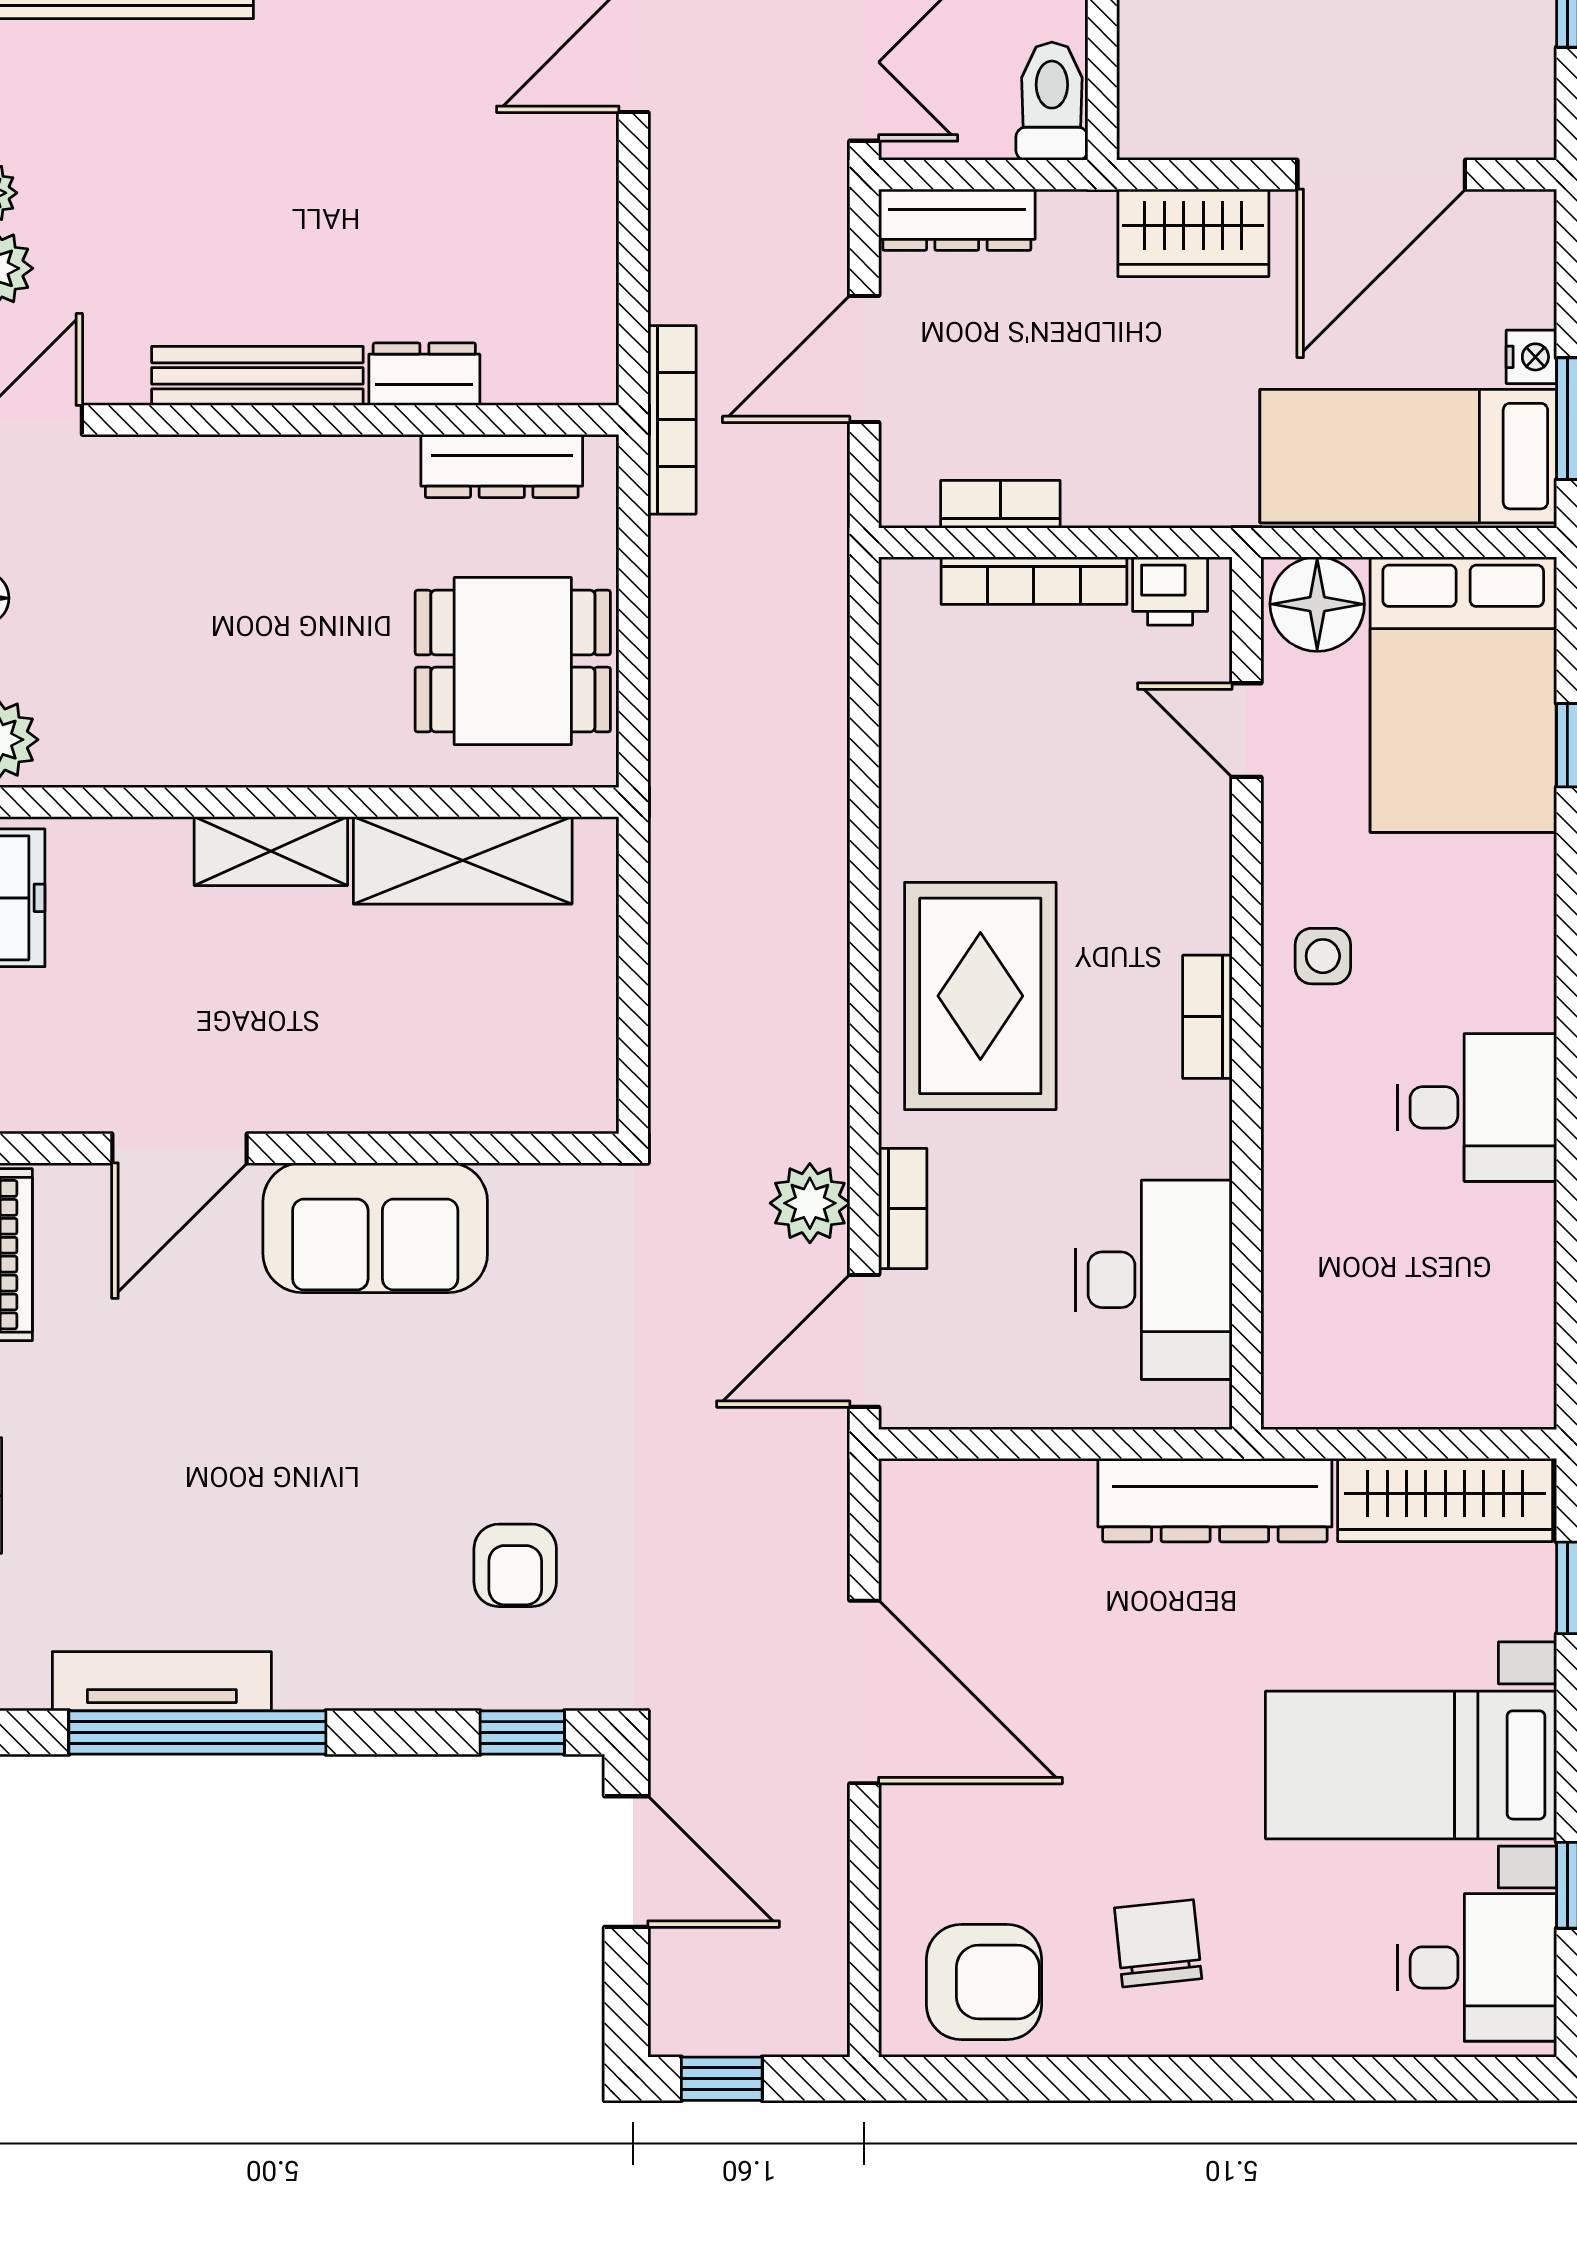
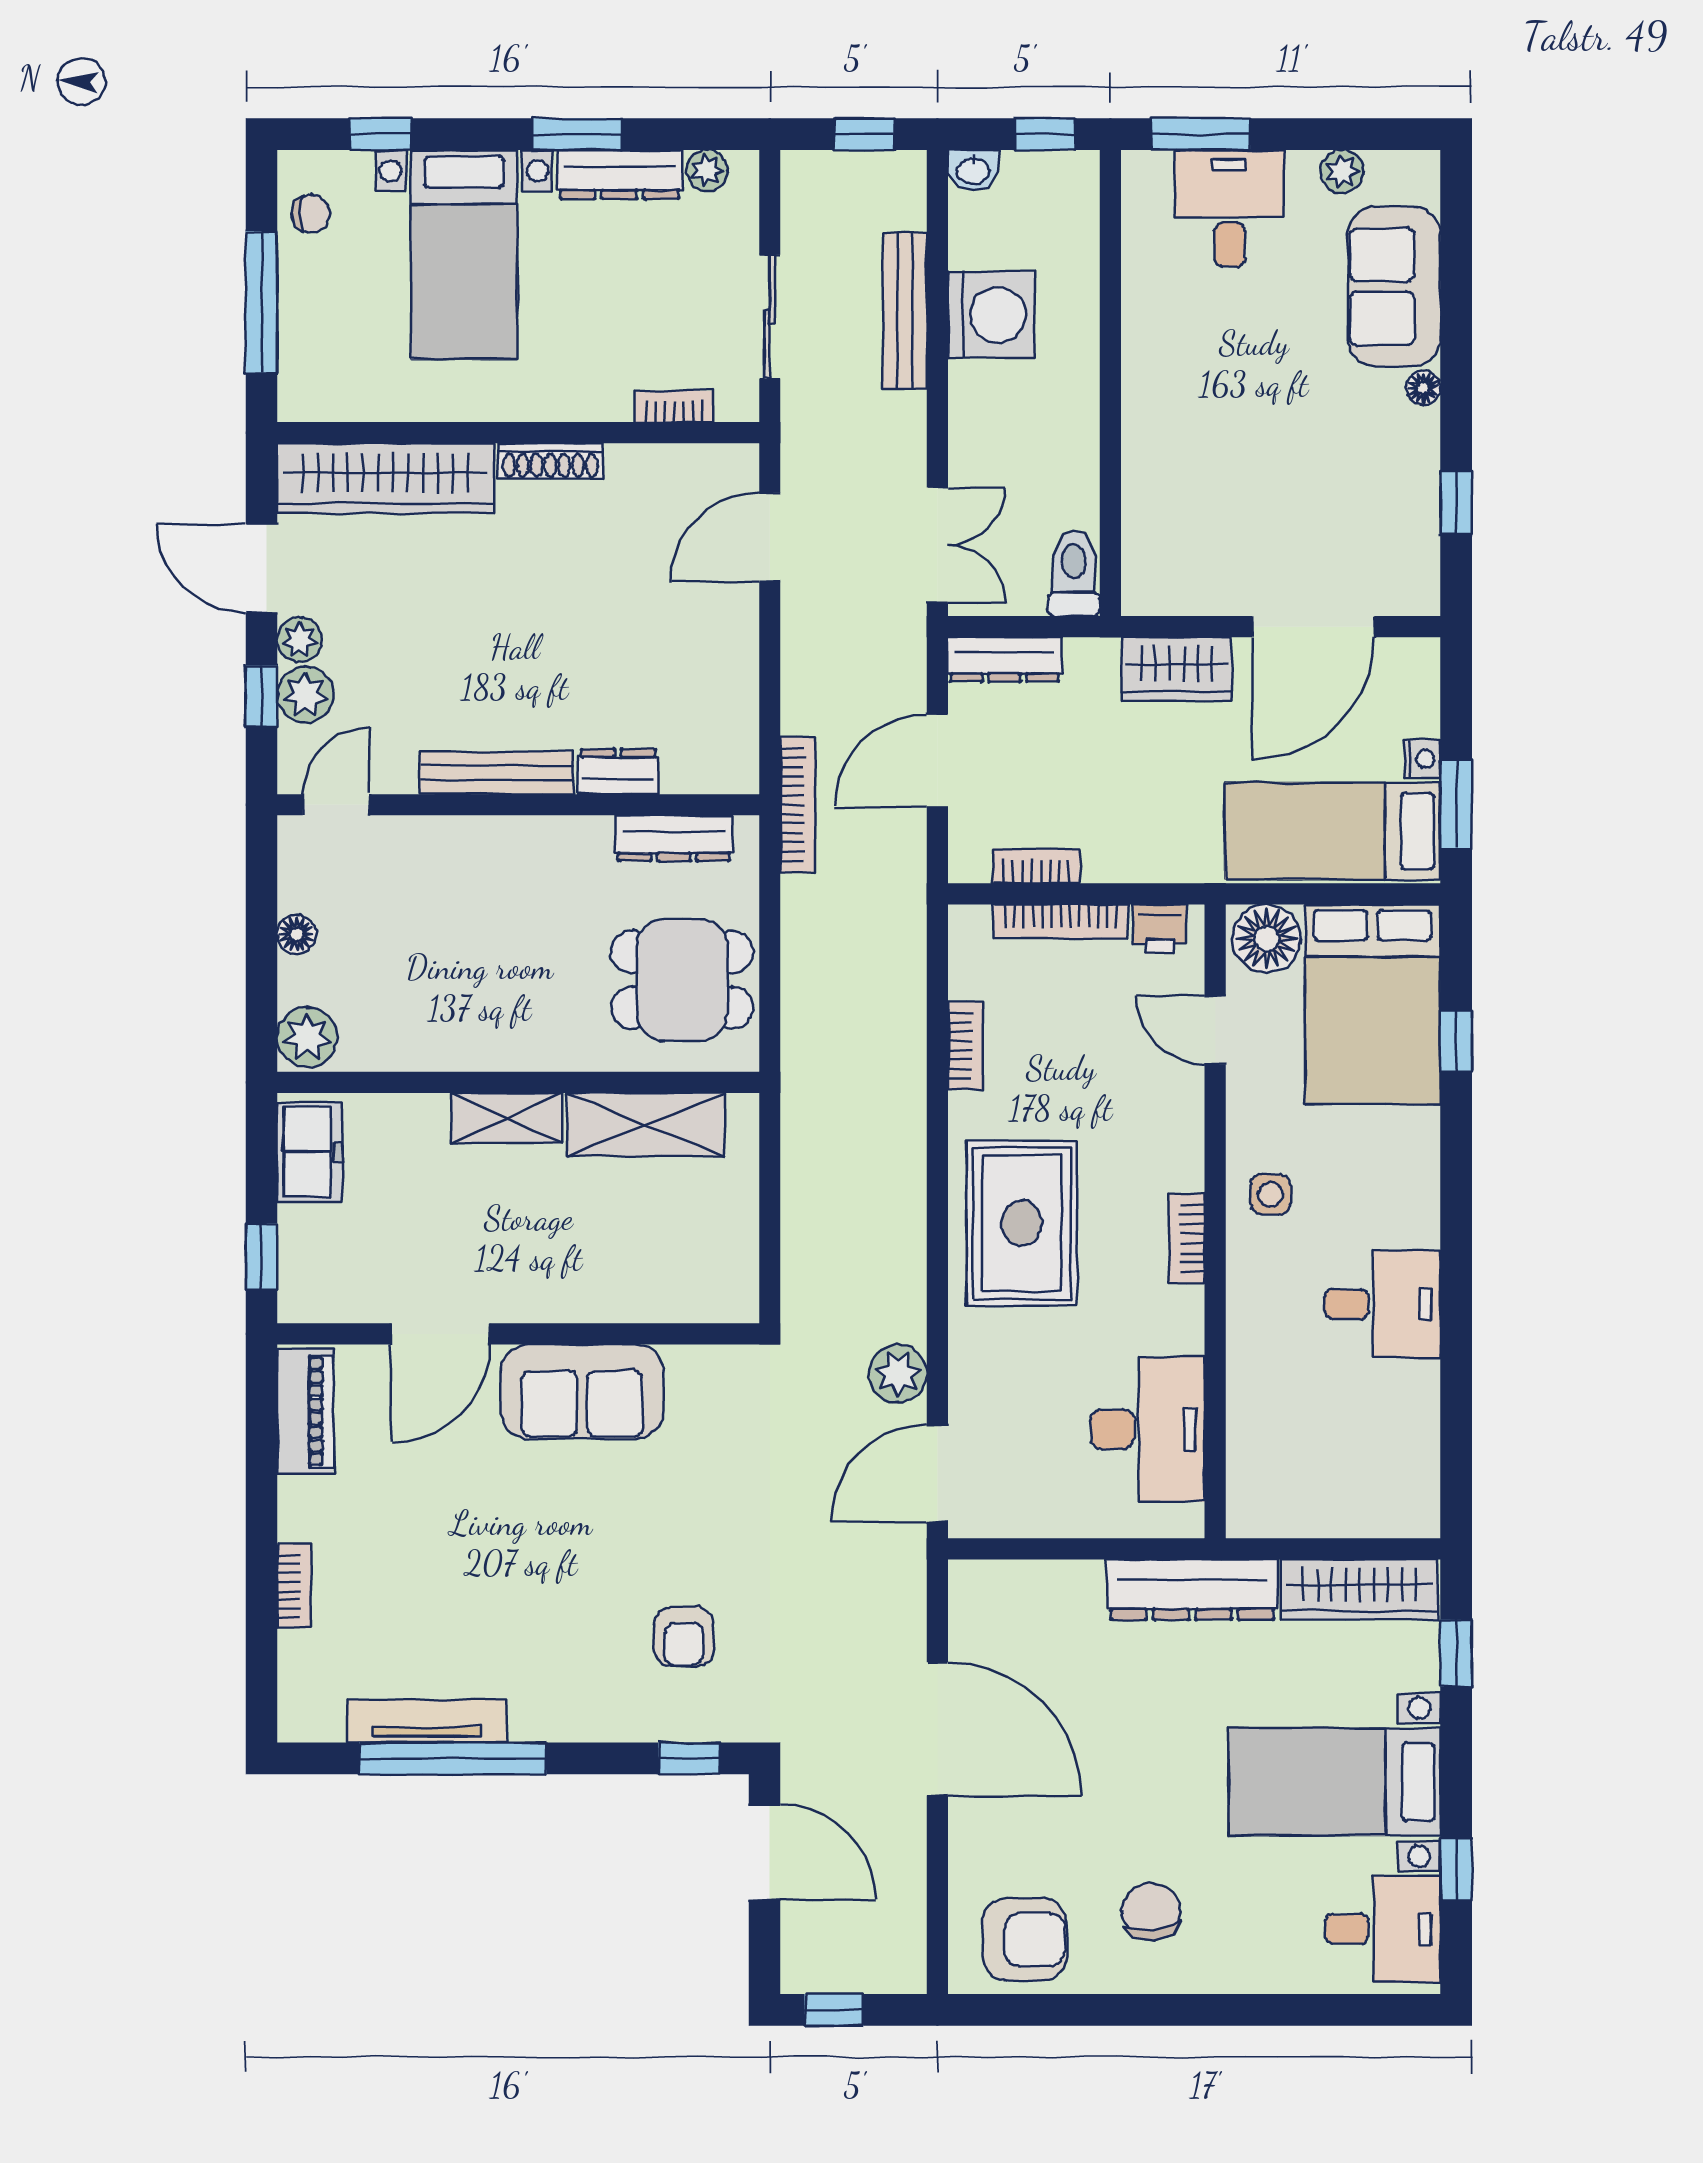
bookcase: (903, 1208) -> (965, 1045), moved

